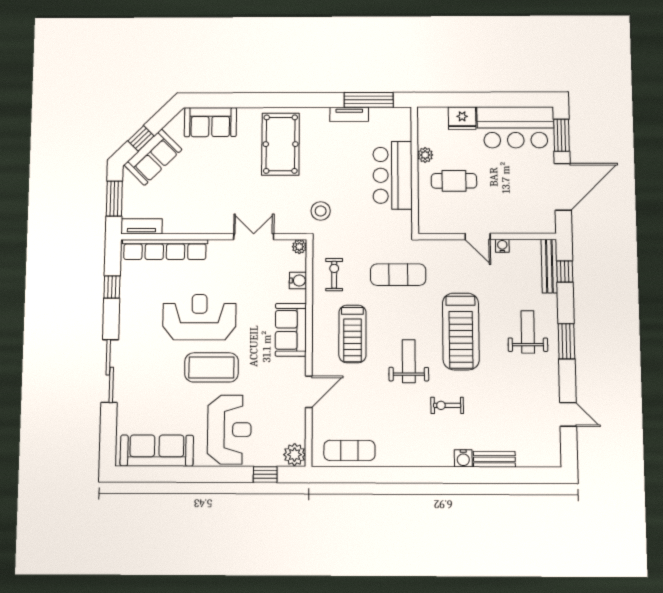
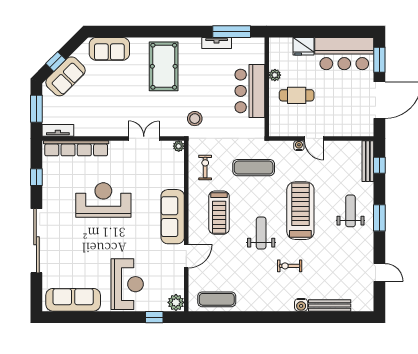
water cooler: (502, 246) -> (299, 146), moved
water cooler: (298, 281) -> (178, 172), removed
sofa: (291, 330) -> (173, 217), width x1.36
treadmill: (461, 331) -> (300, 211), turned 180
coffee table: (211, 367) -> (113, 238), removed
sliding door: (110, 371) -> (36, 241), width x1.36
bench: (494, 459) -> (330, 305), width x1.36

